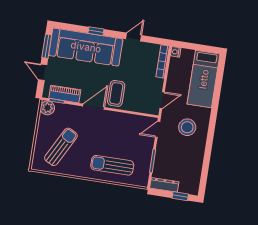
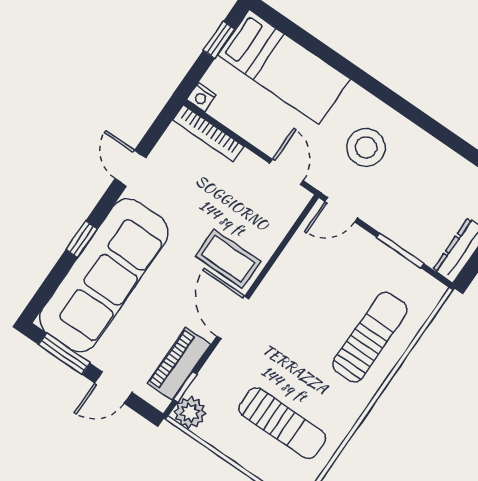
window: (202, 48) -> (219, 40), added
door: (158, 129) -> (341, 210), hinge flipped
sun lounger: (61, 147) -> (282, 423), turned 152
sun lounger: (112, 165) -> (370, 337), turned 180

